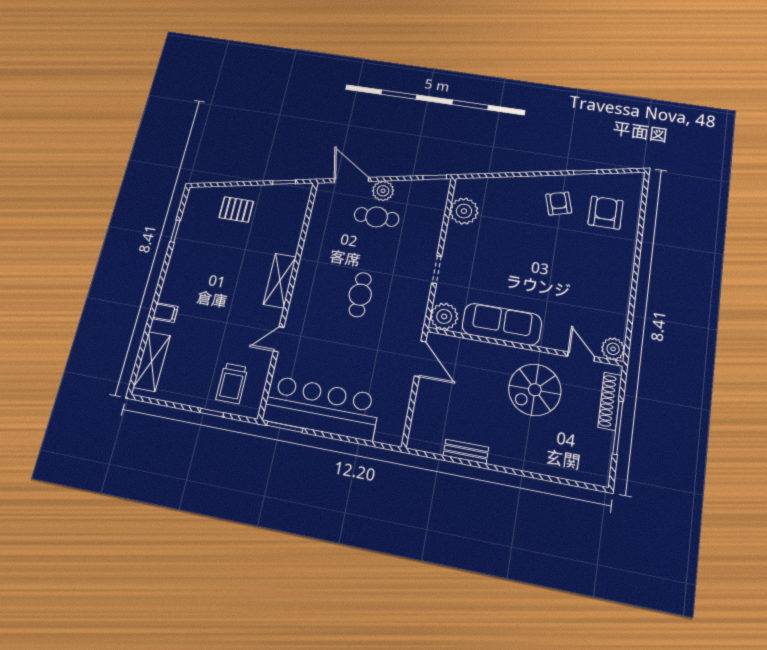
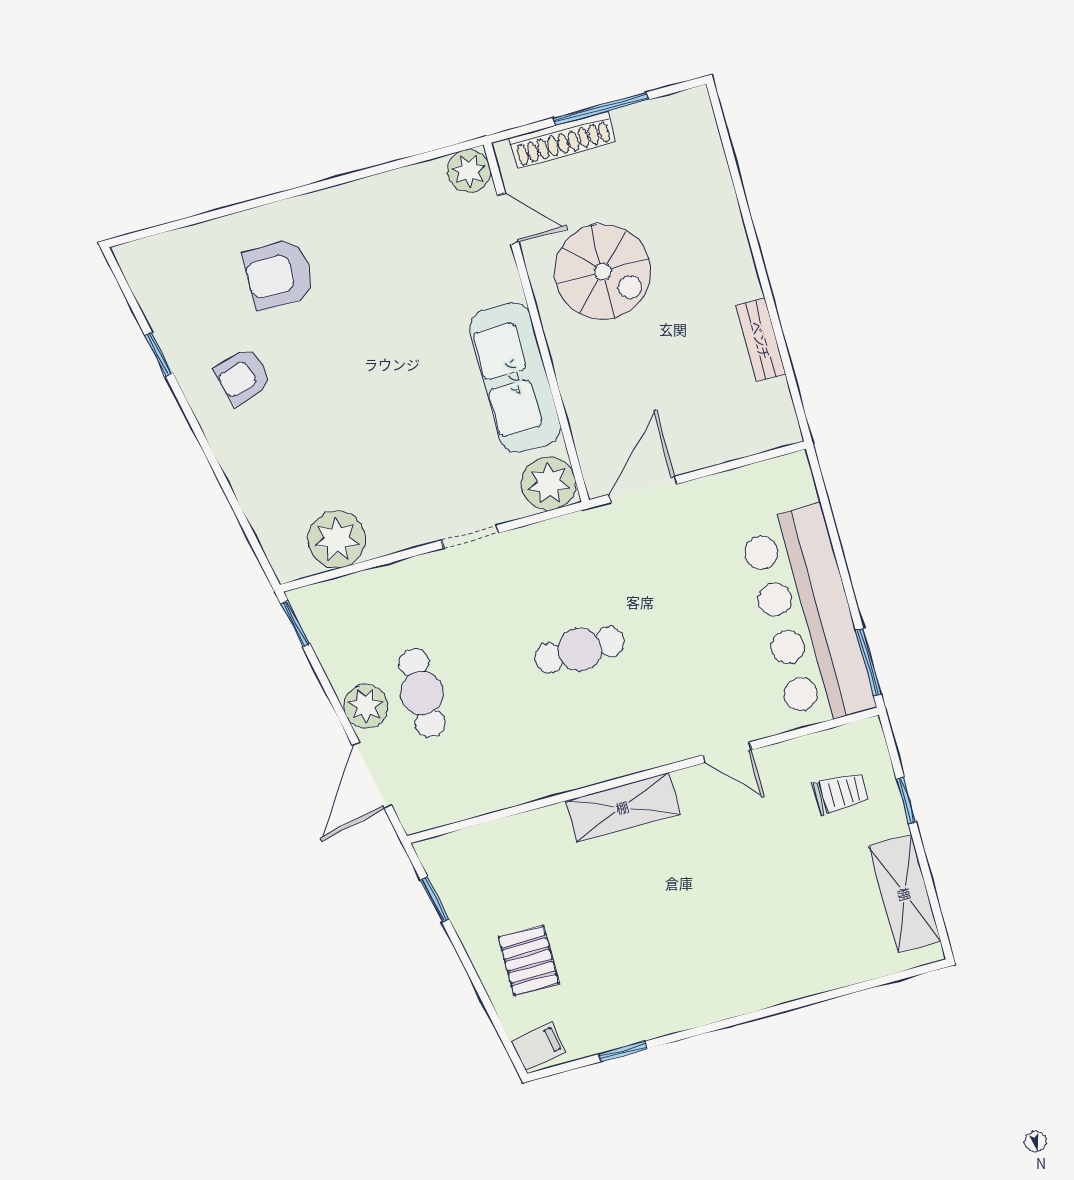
armchair: (606, 213) -> (279, 274), moved
filing cabinet: (165, 313) -> (538, 1047), moved, turned 78
door: (581, 357) -> (508, 219), swing flipped
shelving: (152, 361) -> (905, 894), moved, turned 90
trolley: (232, 383) -> (841, 793), width x0.73, depth x0.72

